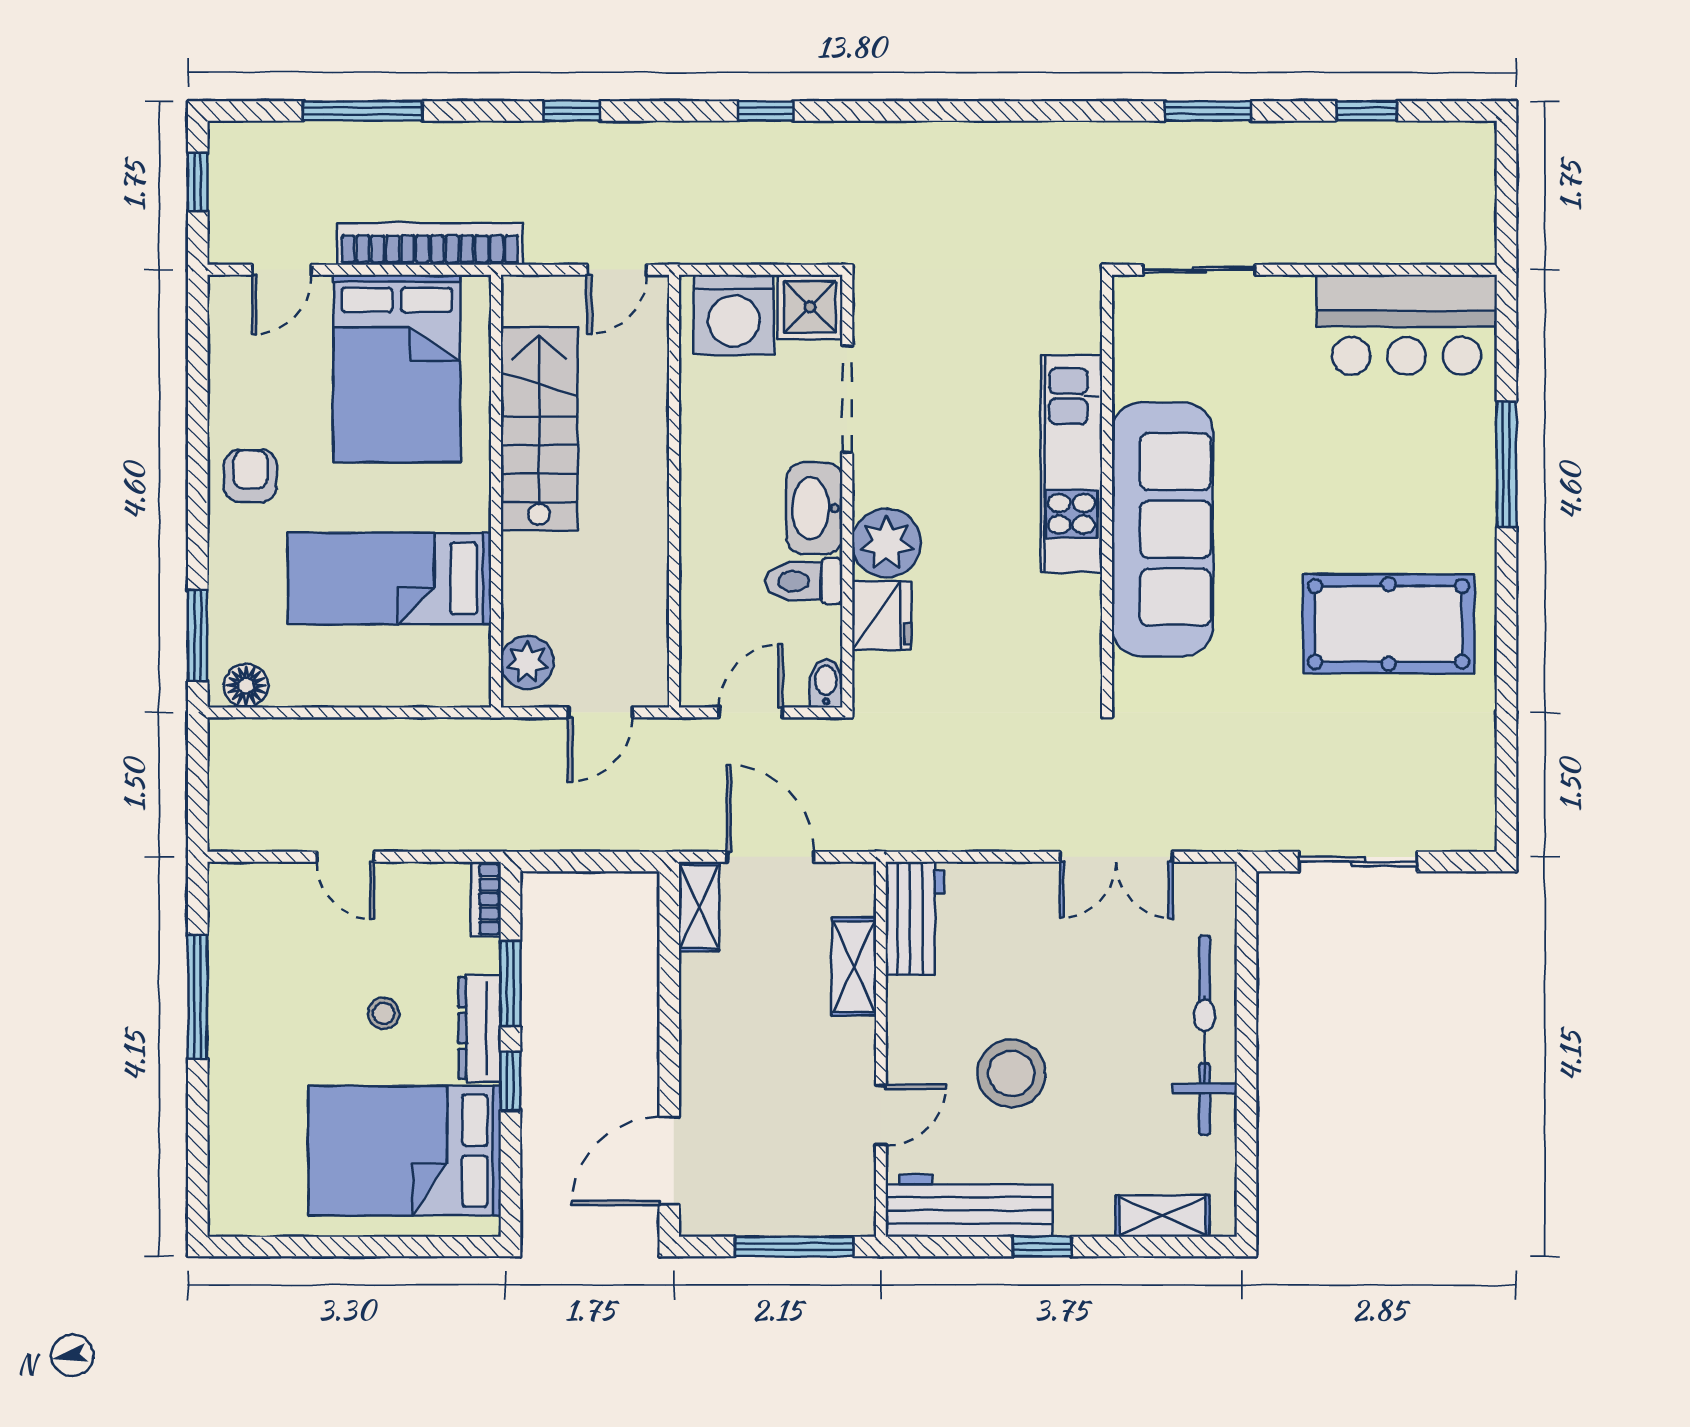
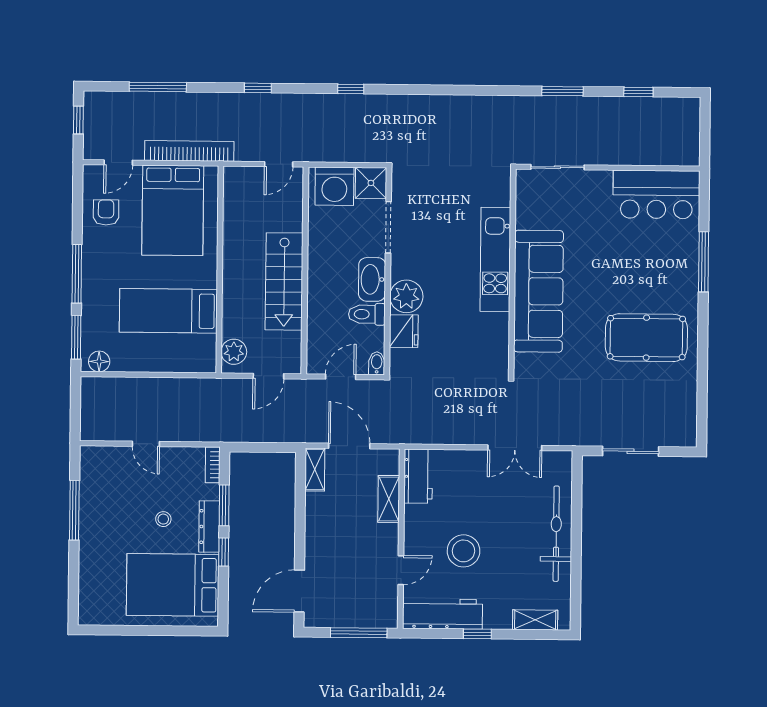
stairs: (539, 429) -> (284, 281), moved, turned 180
armchair: (250, 476) -> (106, 212), moved
window: (198, 503) -> (77, 274), added

